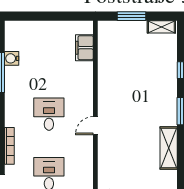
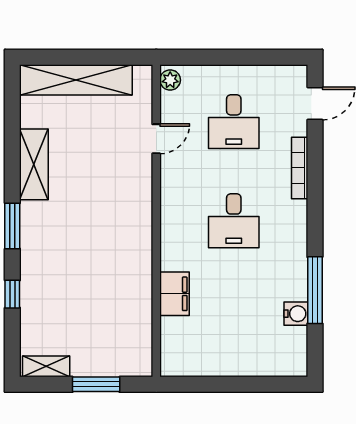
filing cabinet: (84, 48) -> (175, 294), moved
door: (95, 126) -> (156, 139), moved

